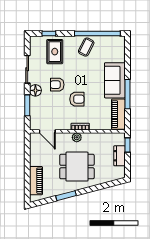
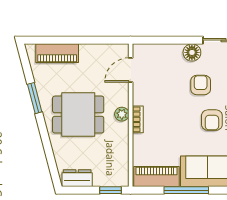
armchair: (77, 99) -> (212, 120), moved
window: (27, 105) -> (170, 40), removed
dresser: (119, 156) -> (77, 178), moved
dining table: (77, 167) -> (78, 115), turned 90

